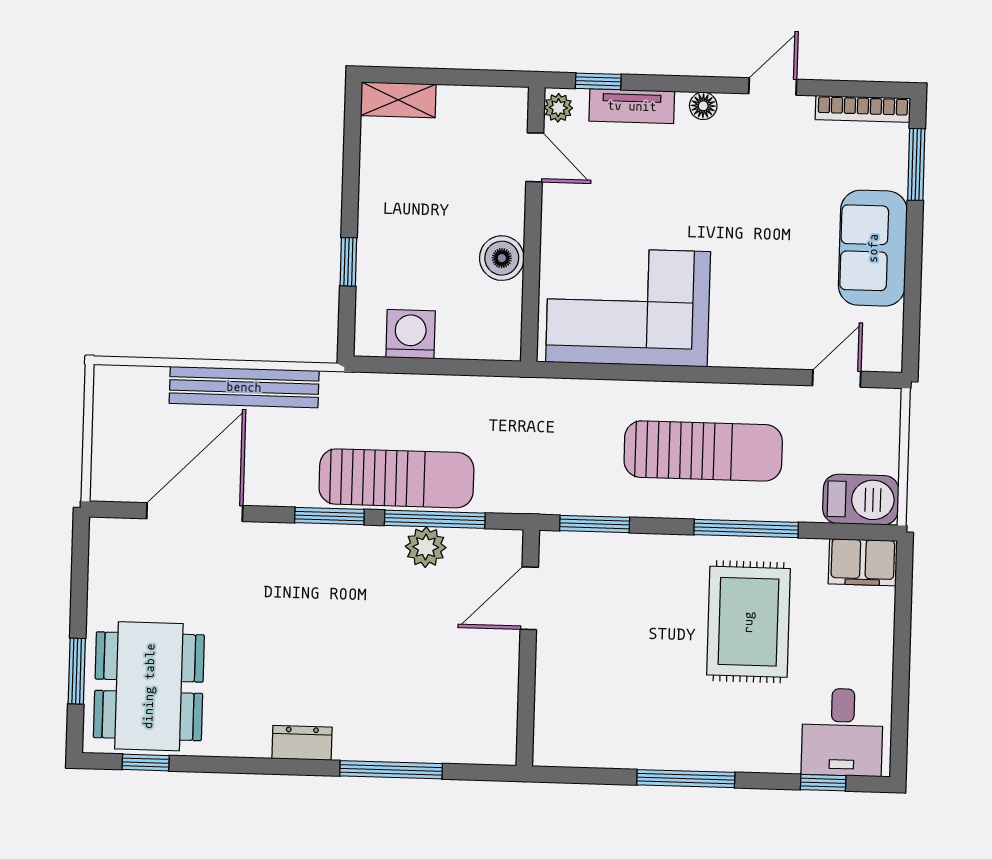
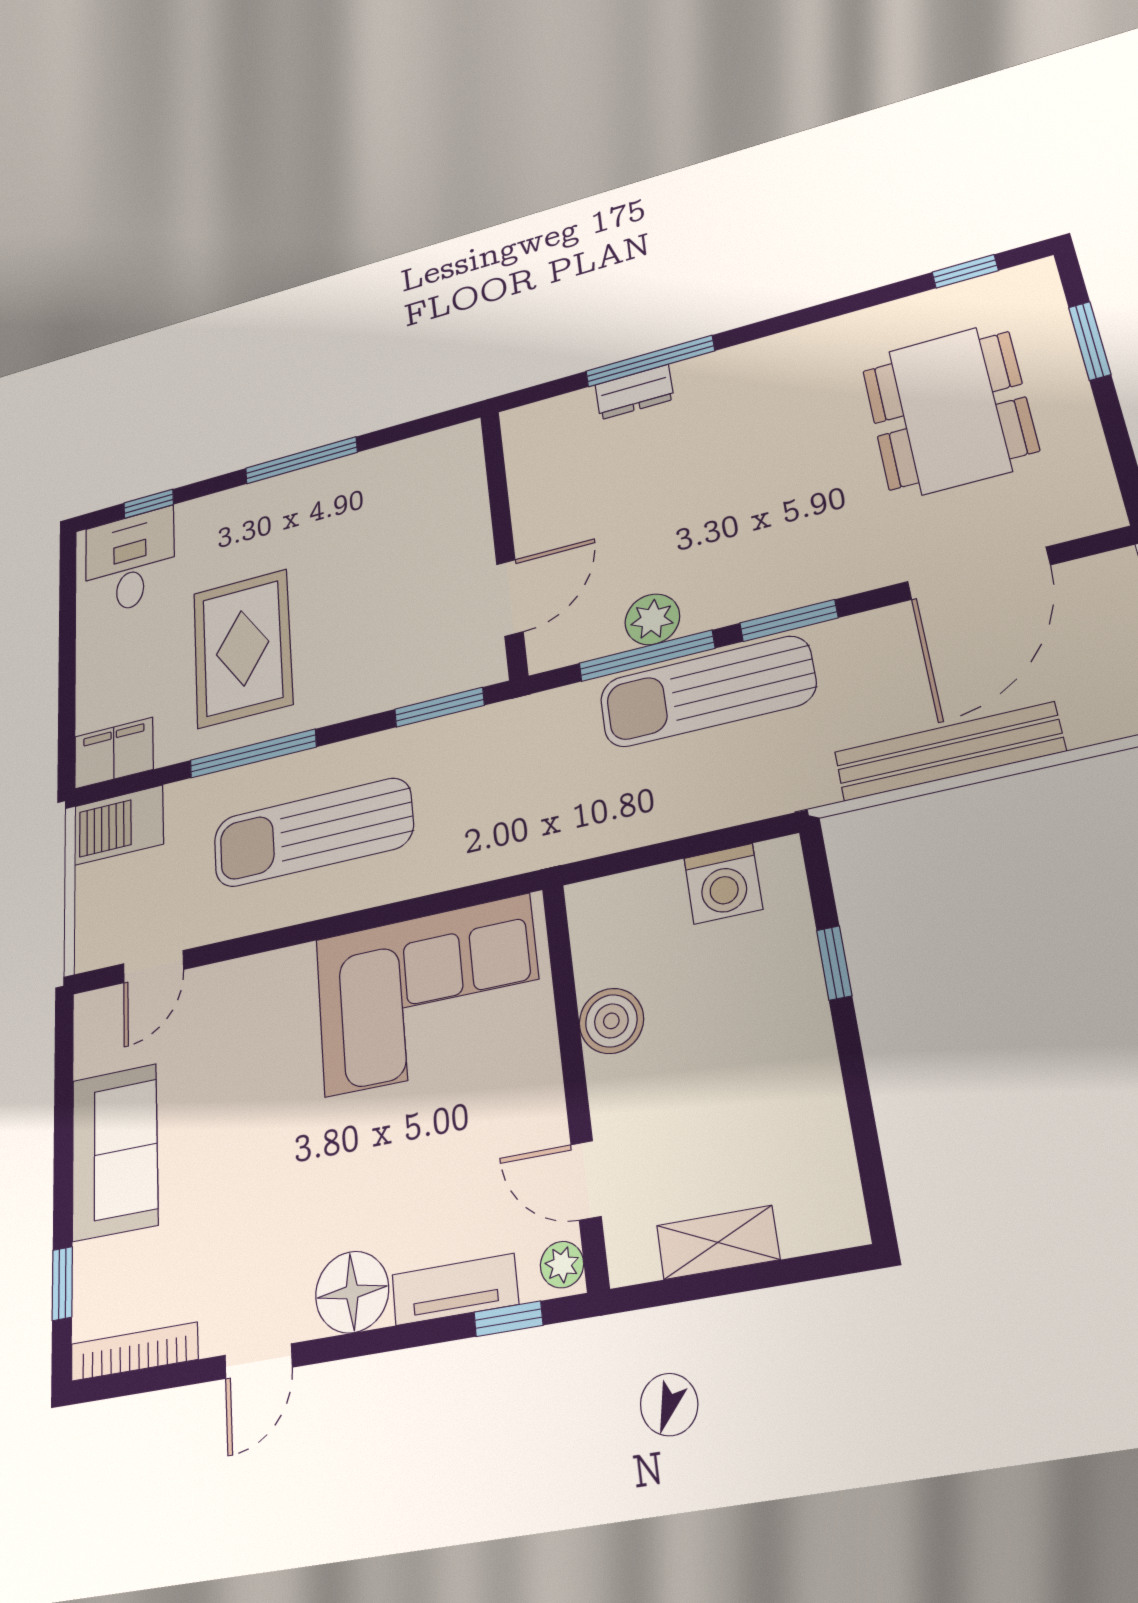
shelving: (398, 100) -> (718, 1242), moved
floor lamp: (703, 106) -> (352, 1292), width x1.89, depth x1.89
window: (916, 164) -> (62, 1283), width x0.67
dining table: (149, 686) -> (949, 410), moved
dresser: (302, 743) -> (634, 392), moved

